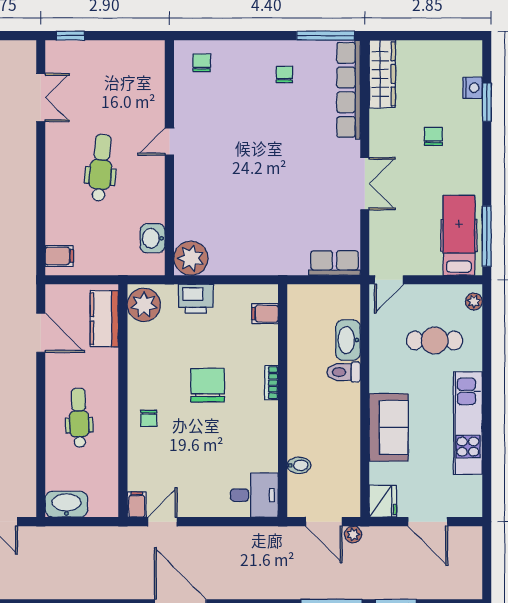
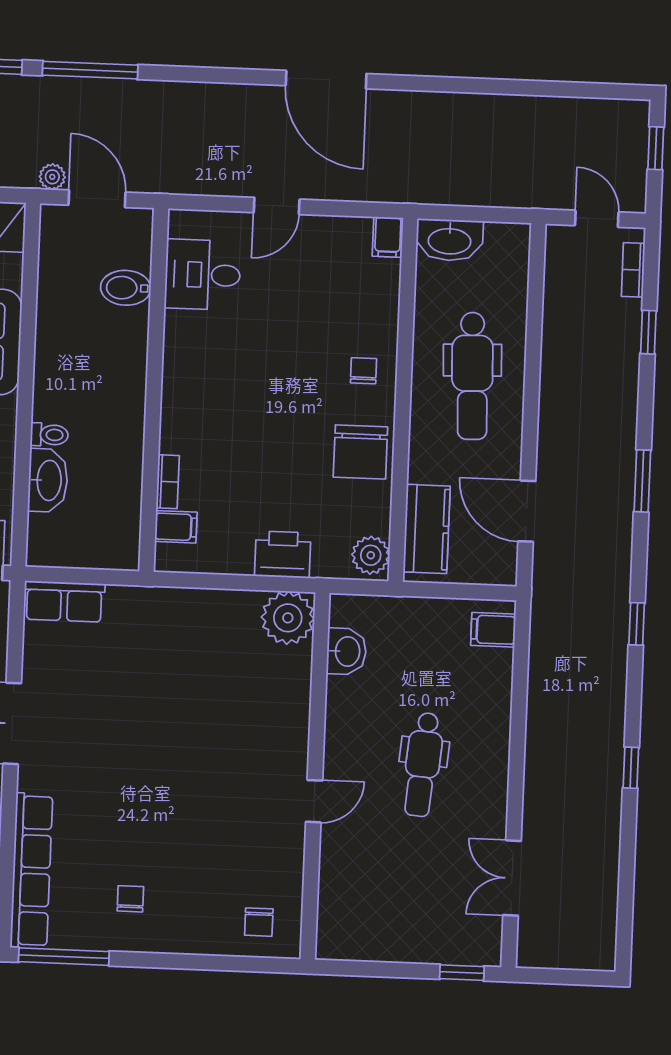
chair: (284, 74) -> (130, 899), turned 180
plant: (144, 305) -> (371, 555), width x0.73, depth x0.73
toilet: (344, 372) -> (49, 435), width x0.73, depth x0.72
bookcase: (271, 383) -> (168, 482), moved
chair: (208, 385) -> (360, 452), moved
dental chair: (79, 418) -> (472, 376), width x1.36, depth x1.38
bidet: (299, 465) -> (126, 288), width x1.38, depth x1.36
desk: (254, 495) -> (203, 275), moved
washbasin: (66, 504) -> (450, 240), moved
door: (162, 522) -> (277, 206), moved

